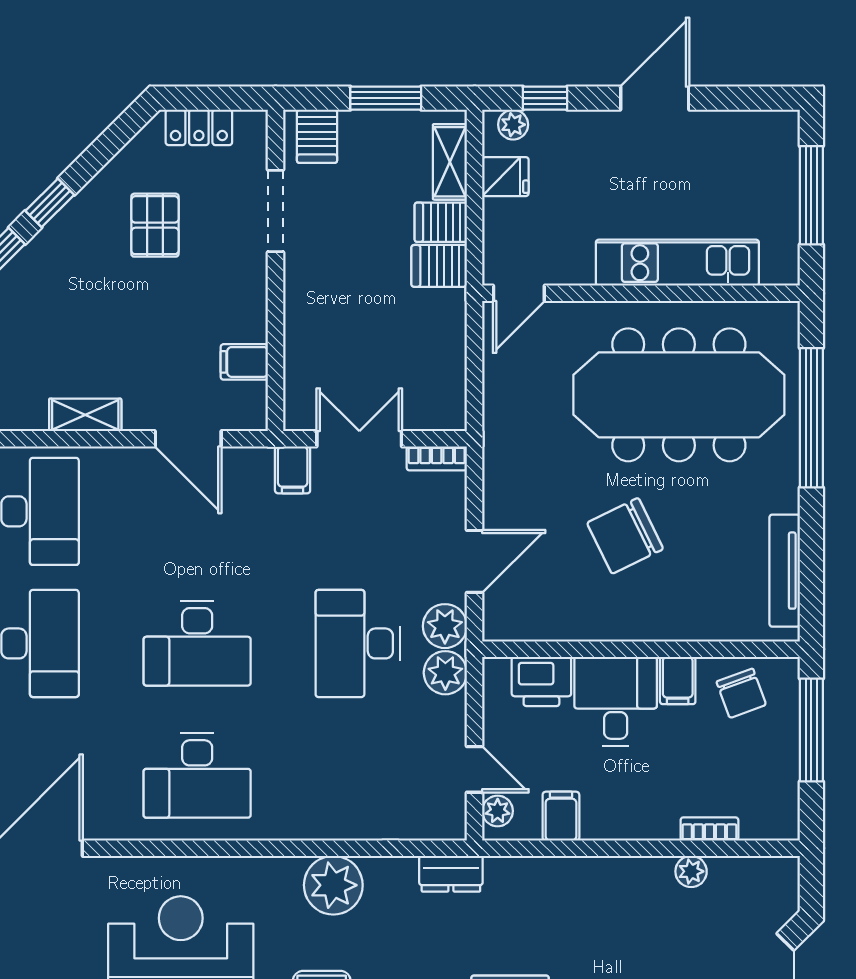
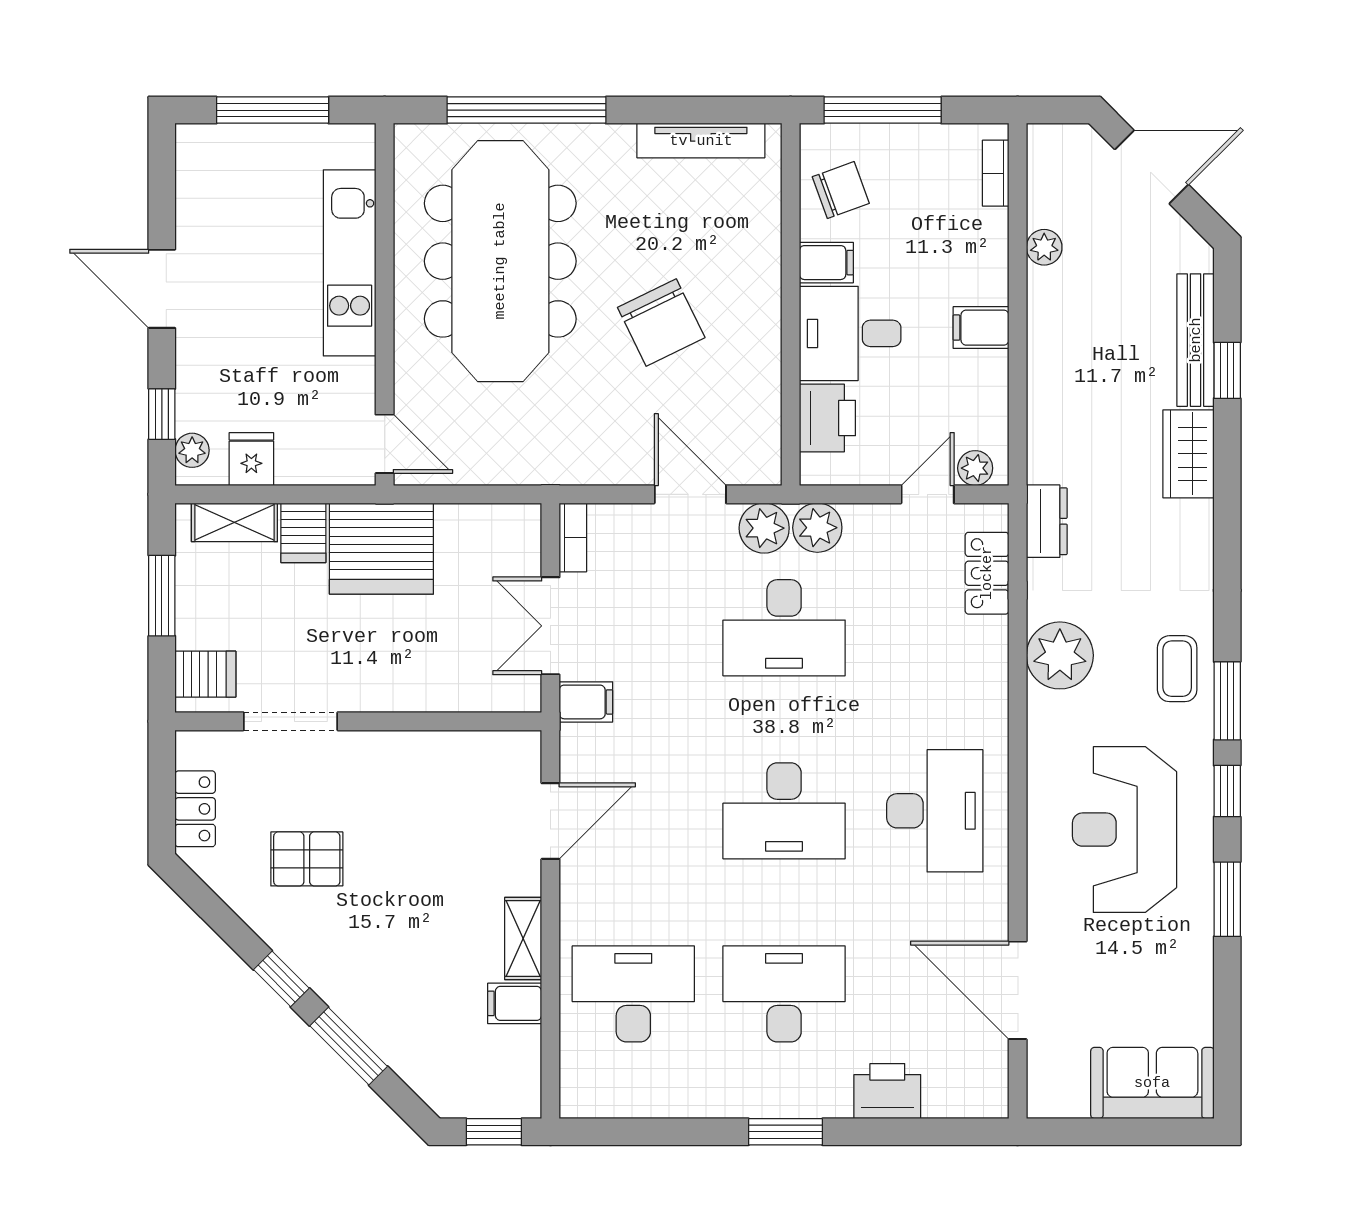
server rack: (439, 266) -> (381, 549), width x2.18, depth x1.44
filing cabinet: (244, 362) -> (515, 1003), moved, turned 90
desk: (197, 643) -> (784, 811), turned 90
filing cabinet: (561, 816) -> (981, 328), moved
locker: (405, 821) -> (987, 573), added
bookcase: (709, 829) -> (996, 173), moved

